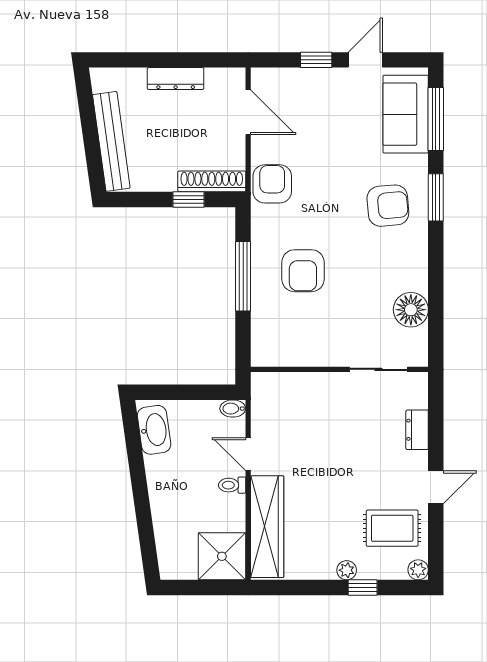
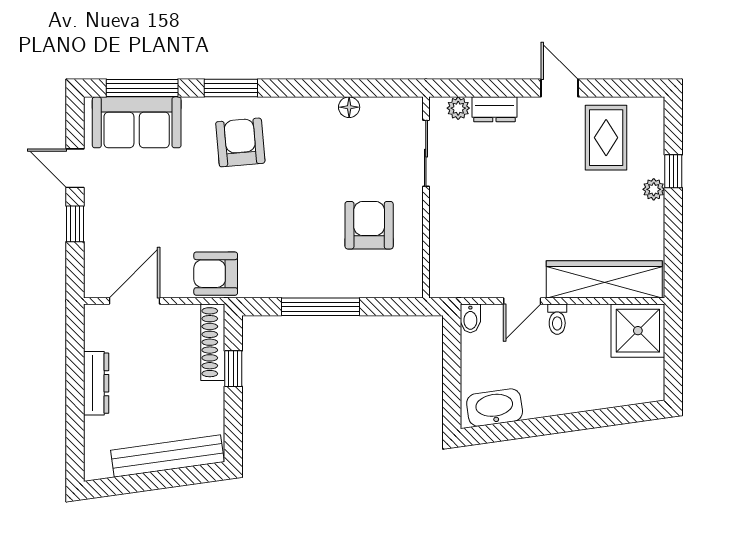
armchair: (303, 271) -> (369, 225), moved, turned -90
floor lamp: (411, 310) -> (349, 107), width x0.53, depth x0.53
plant: (418, 570) -> (458, 108), moved

